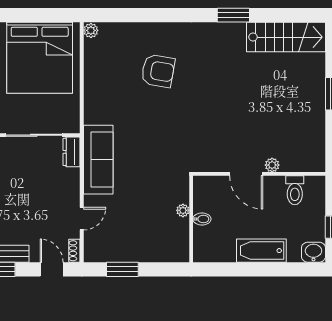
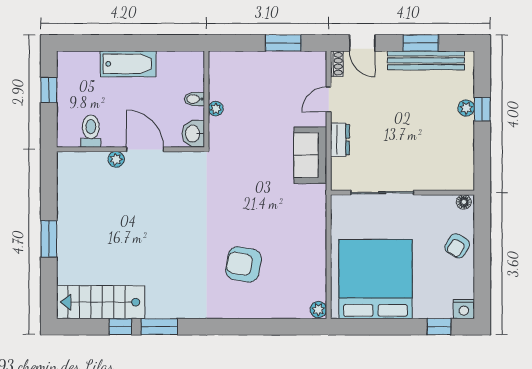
window: (268, 15) -> (120, 327), added
dresser: (72, 152) -> (340, 140), moved
sofa: (98, 160) -> (310, 155), width x0.73
washbasin: (313, 252) -> (193, 134), moved, turned 90

